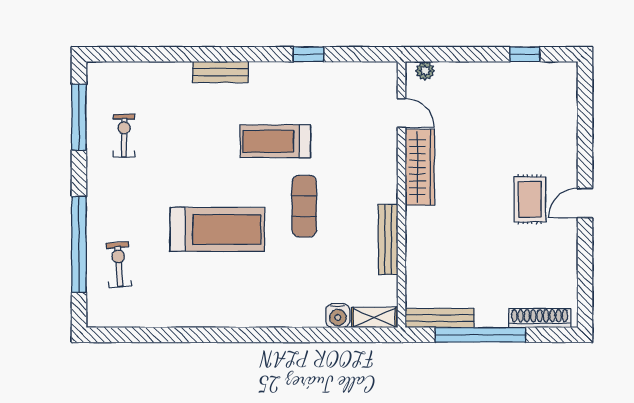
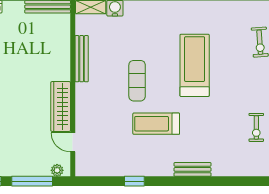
window: (463, 54) -> (32, 181), added
treadmill: (275, 141) -> (156, 124), turned 180
treadmill: (217, 229) -> (195, 65), turned 90

